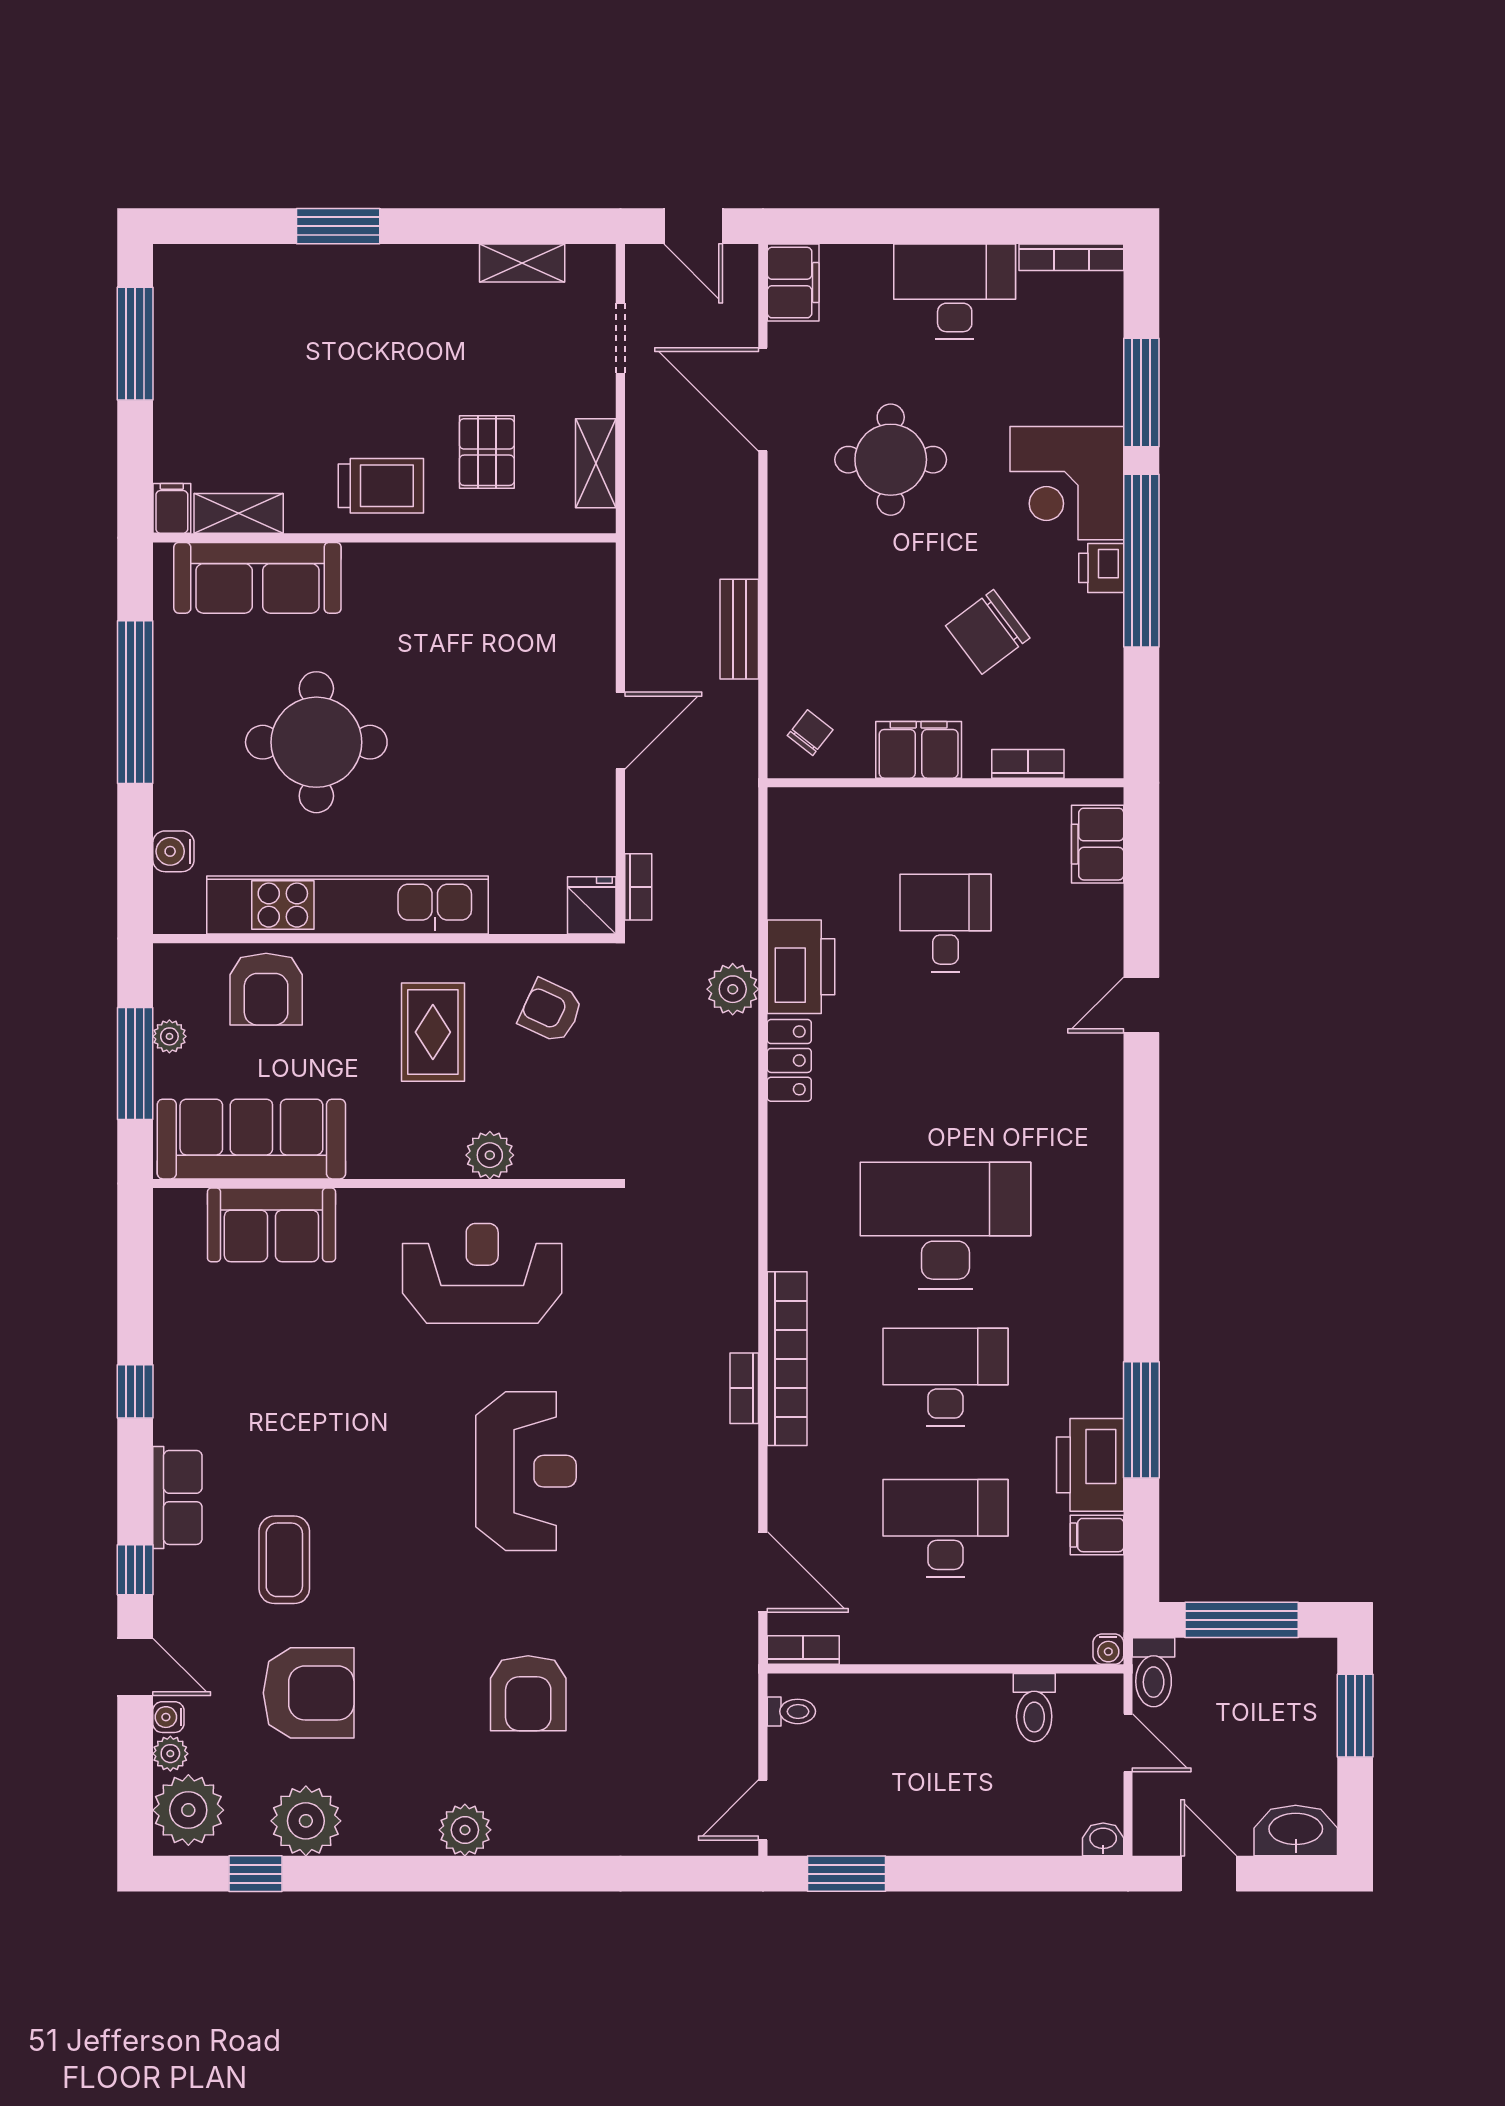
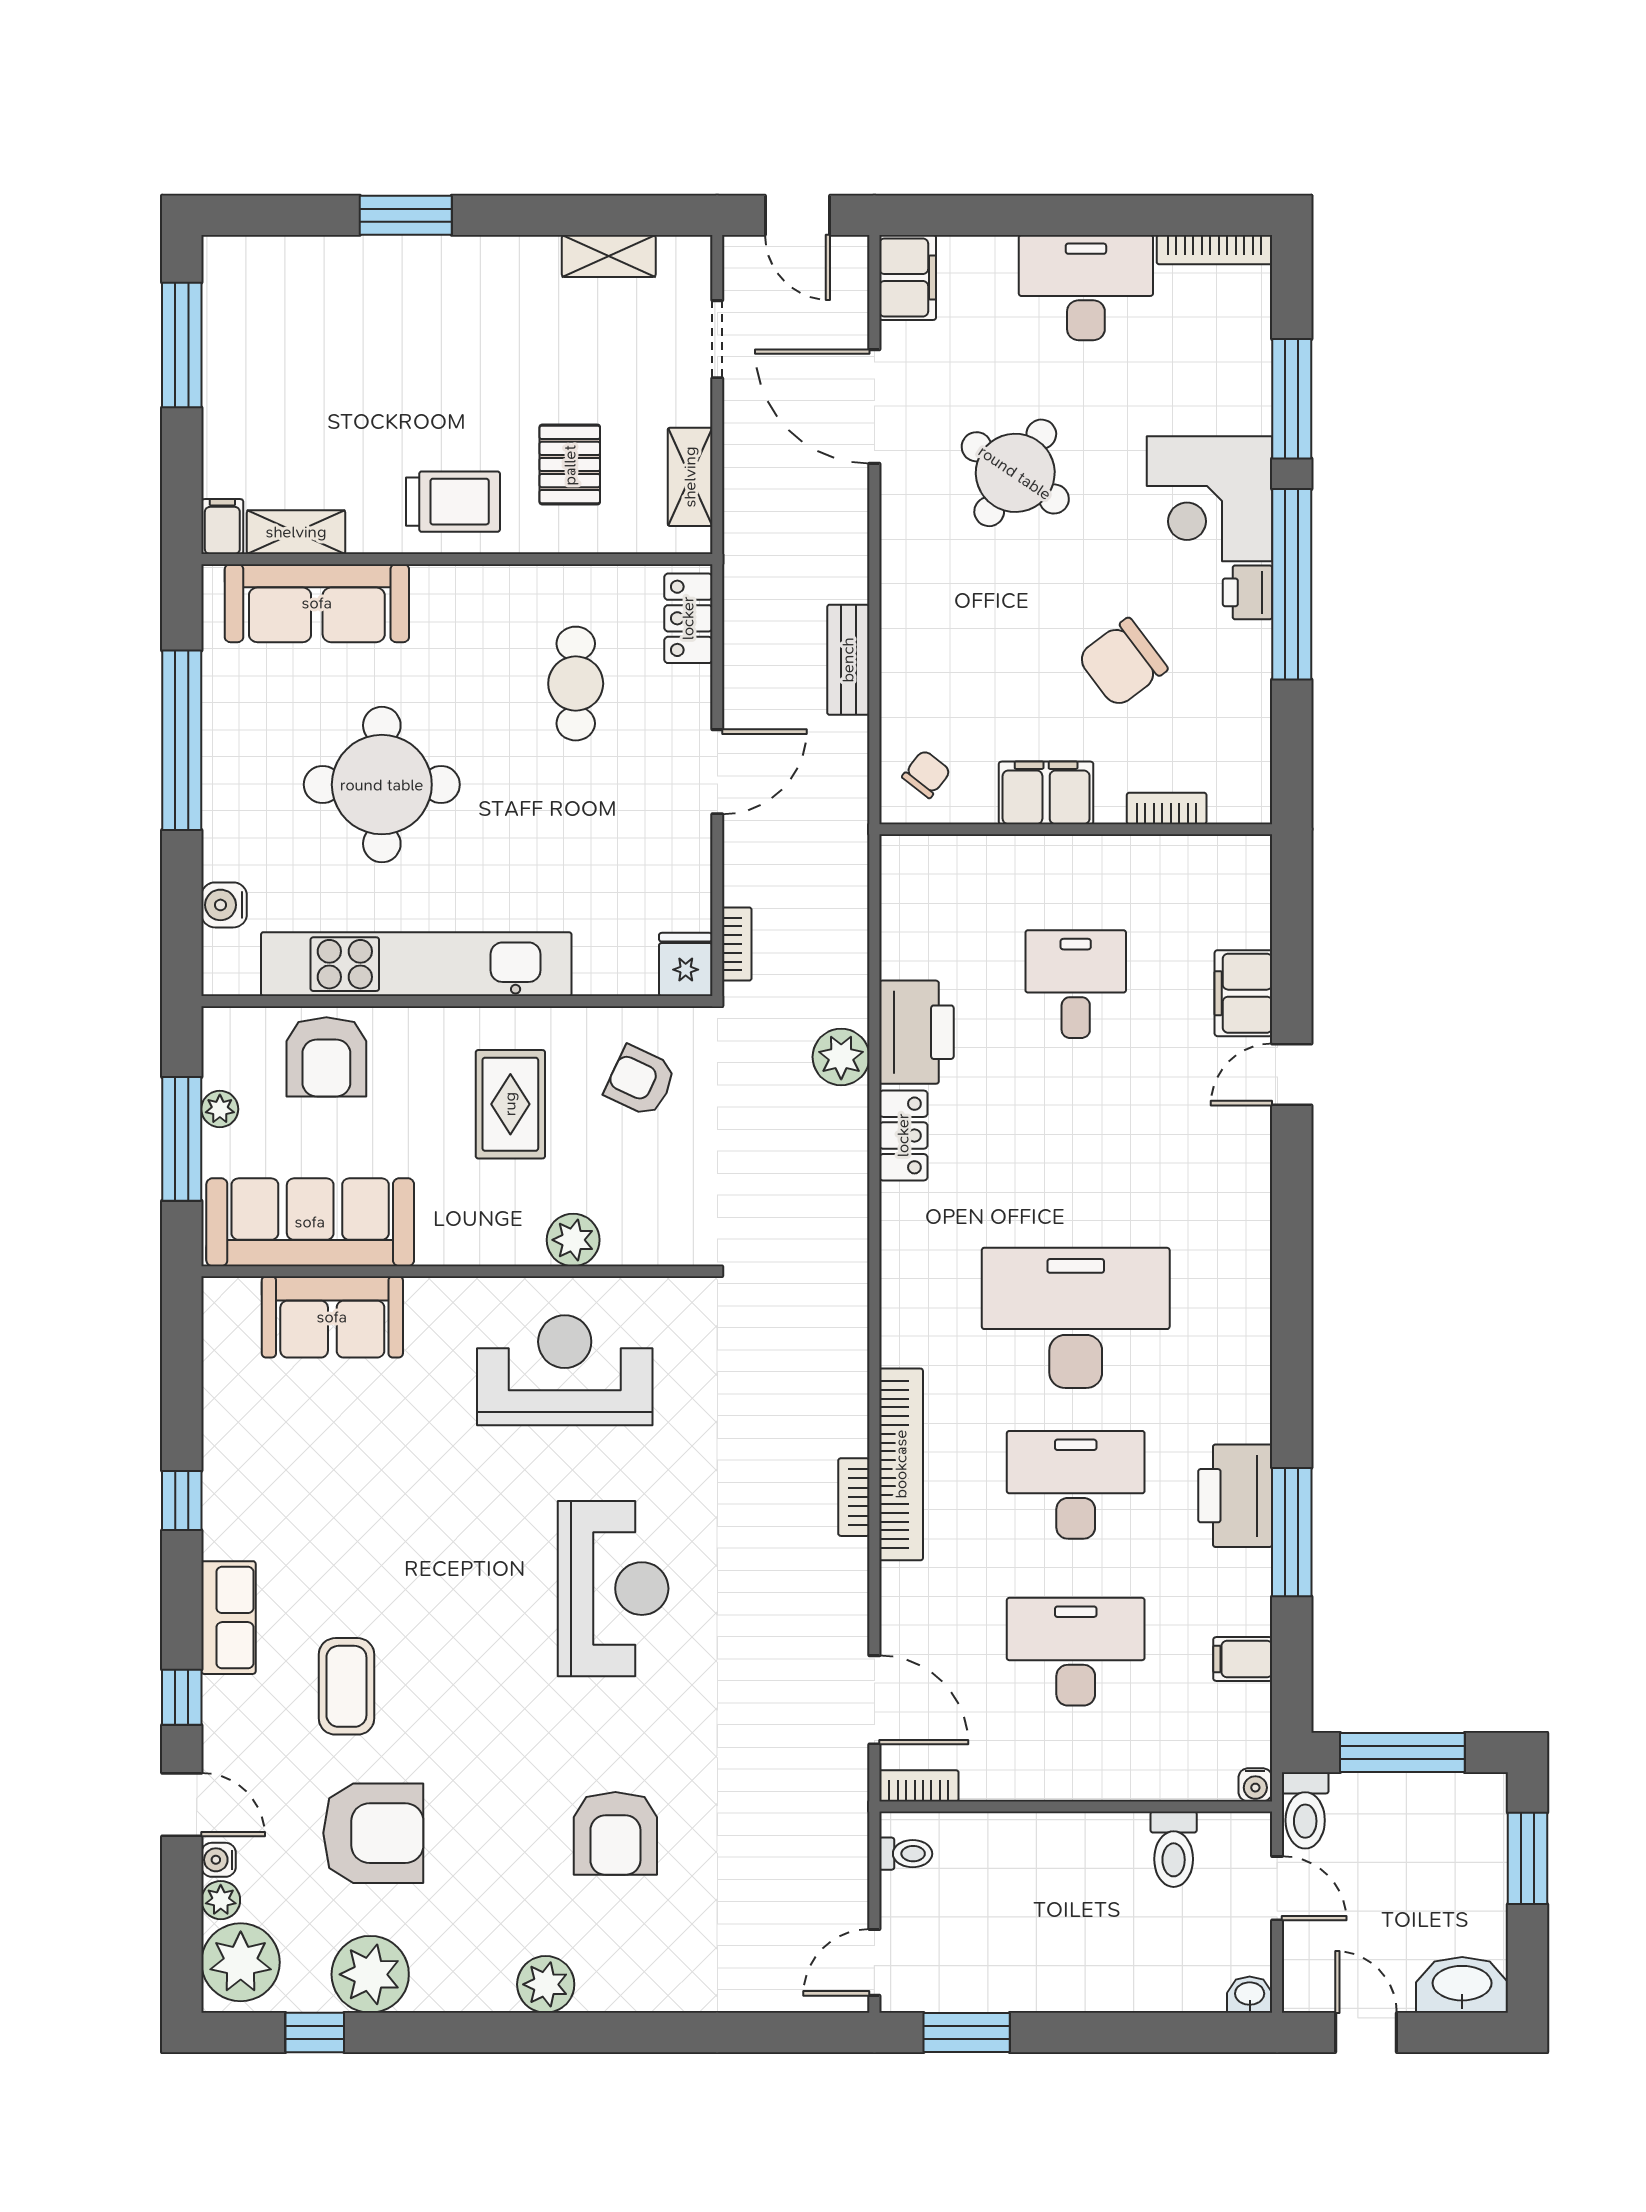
round table: (891, 460) -> (1015, 473), turned 34
locker: (594, 592) -> (688, 618), added
cafe table: (492, 651) -> (576, 684), added
filing cabinet: (1098, 844) -> (1243, 993), moved
printer: (1090, 1465) -> (1235, 1496), moved

